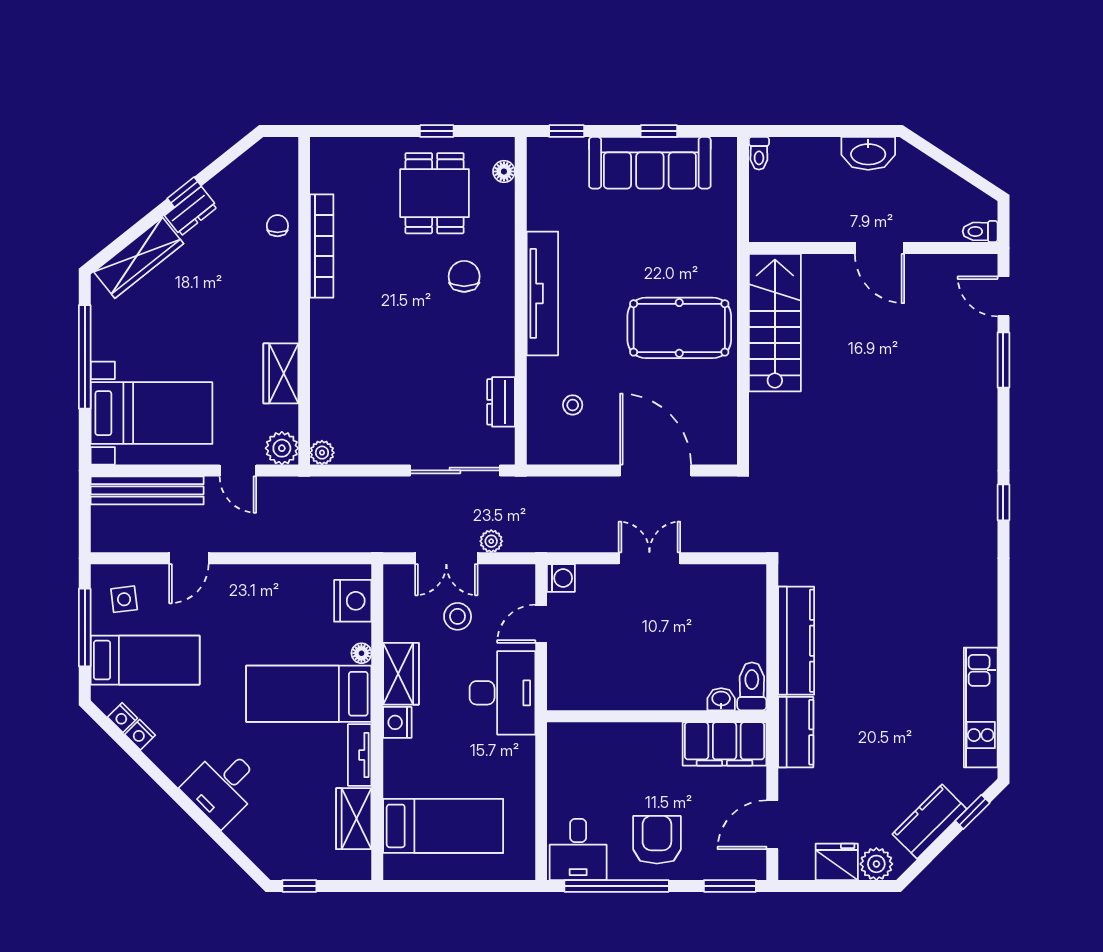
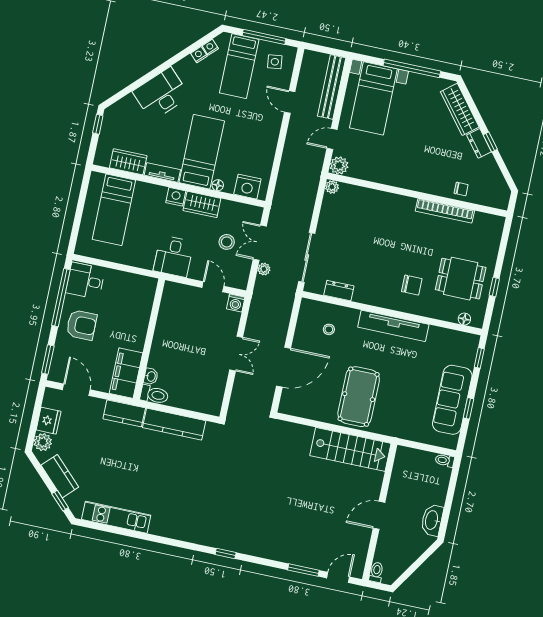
wardrobe: (281, 373) -> (380, 174), removed
desk: (502, 693) -> (174, 256), width x0.73
desk: (223, 786) -> (161, 94), width x1.37

